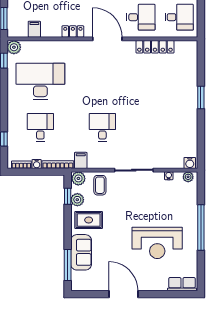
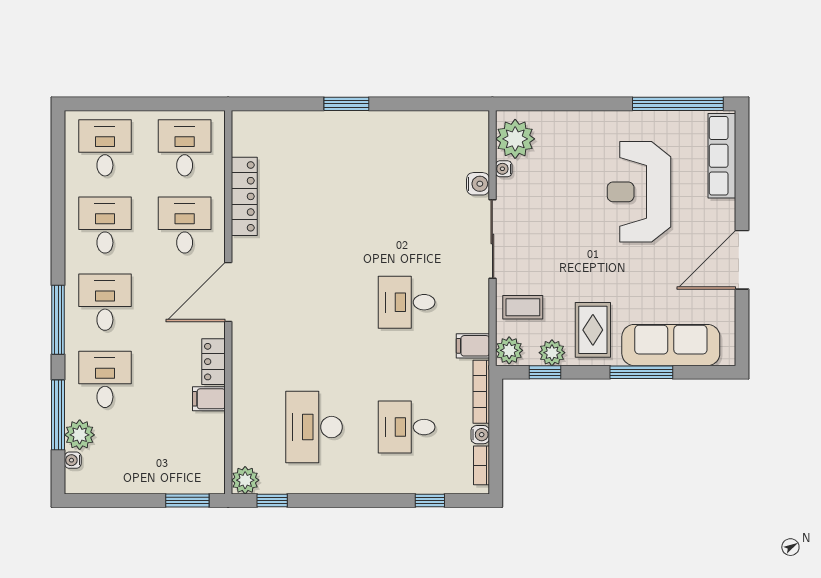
filing cabinet: (34, 29) -> (209, 399), moved
desk: (40, 81) -> (314, 427), width x0.73, depth x0.77
water cooler: (190, 163) -> (478, 184), moved
plant: (188, 177) -> (515, 139), width x1.88, depth x1.88
window: (201, 228) -> (678, 104), moved
reception desk: (157, 243) -> (639, 192), turned 180
sofa: (81, 252) -> (671, 345), width x1.36
window: (68, 265) -> (641, 372), moved
row of seats: (182, 284) -> (722, 156), width x1.48

